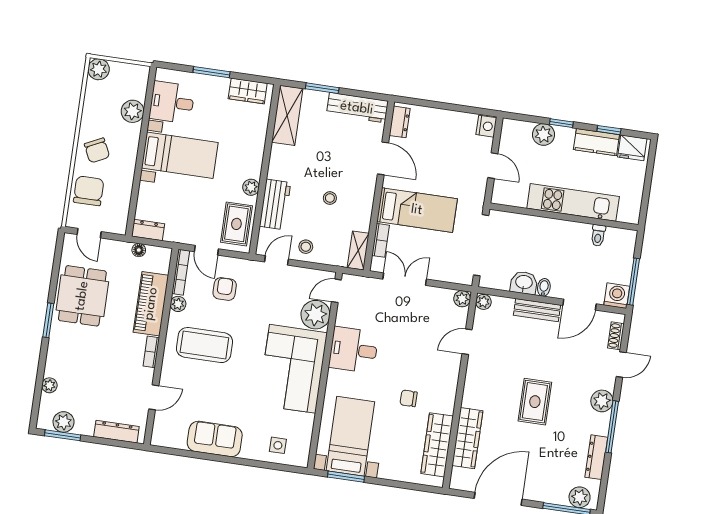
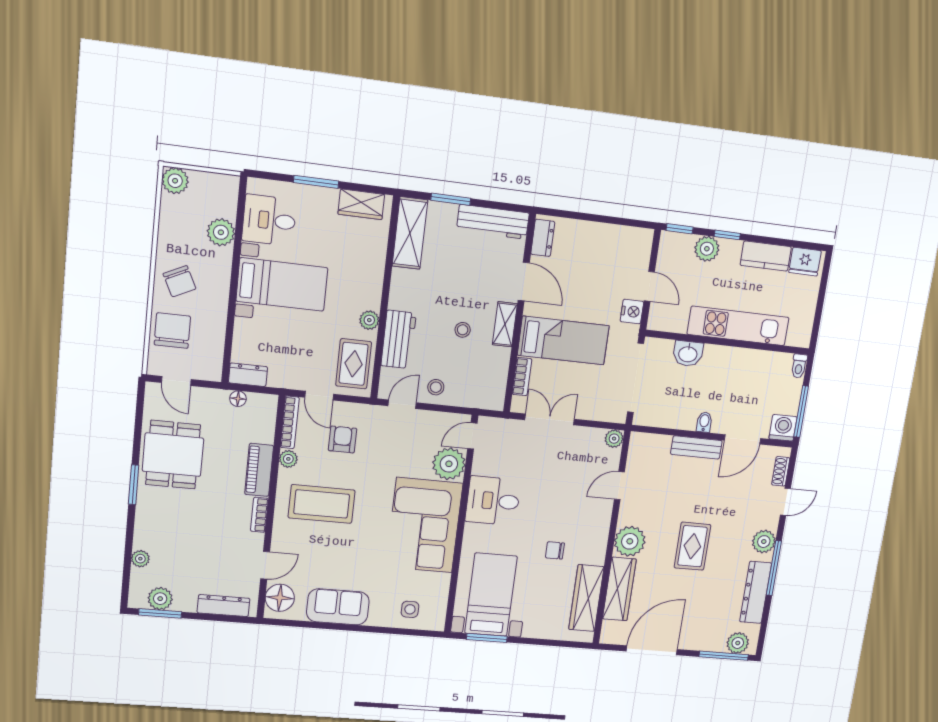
nightstand: (486, 126) -> (632, 312), moved
window: (609, 130) -> (680, 229), moved
toilet: (598, 235) -> (799, 366), moved
shelving: (358, 251) -> (505, 324), moved
washbasin: (524, 283) -> (688, 354), moved, turned 180
plant: (483, 302) -> (630, 541), moved, width x1.88, depth x1.88
piano: (151, 304) -> (259, 470), width x0.73, depth x0.75
floor lamp: (165, 428) -> (280, 598), added
dresser: (596, 457) -> (756, 592), width x1.37, depth x1.24

